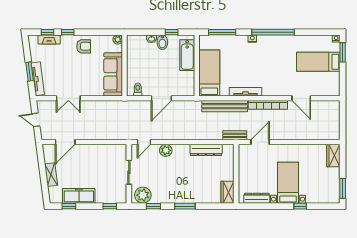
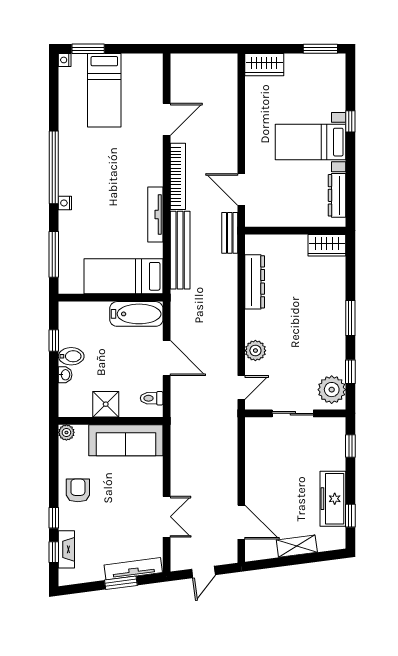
bathtub: (187, 55) -> (136, 314), moved
shower: (134, 63) -> (106, 404), added
door: (144, 142) -> (241, 388), hinge flipped

